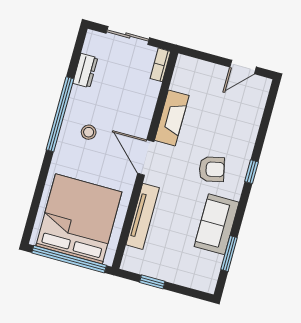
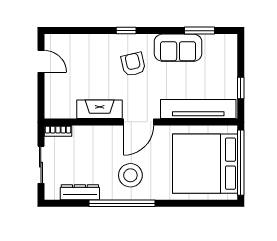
dresser: (85, 71) -> (80, 192), width x1.44
stool: (89, 132) -> (130, 175), width x1.89, depth x1.89
tv unit: (143, 216) -> (198, 109), width x1.36, depth x1.29

